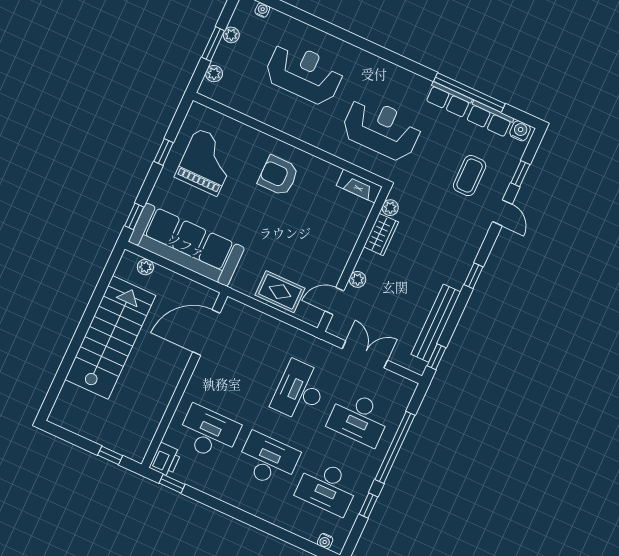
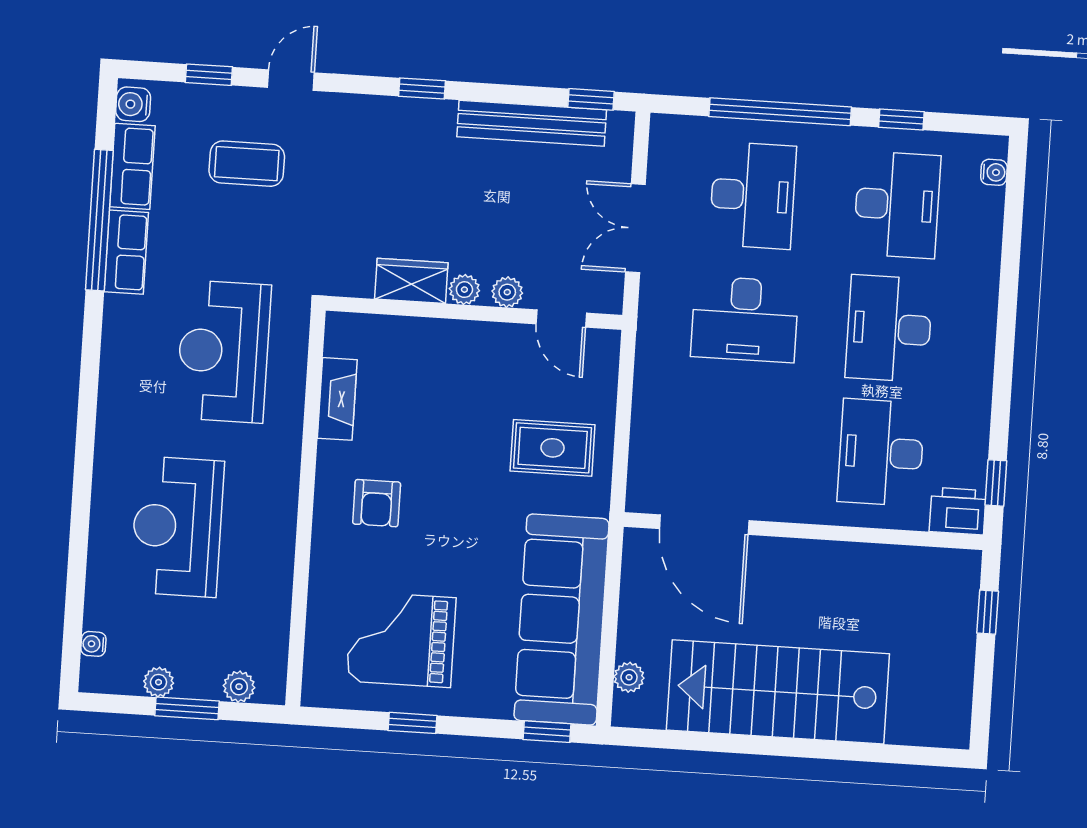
armchair: (278, 176) -> (377, 503), width x0.72, depth x0.72
fireplace: (359, 186) -> (337, 399), moved
plant: (390, 208) -> (464, 290), moved
rug: (280, 292) -> (553, 448), moved, turned 90

